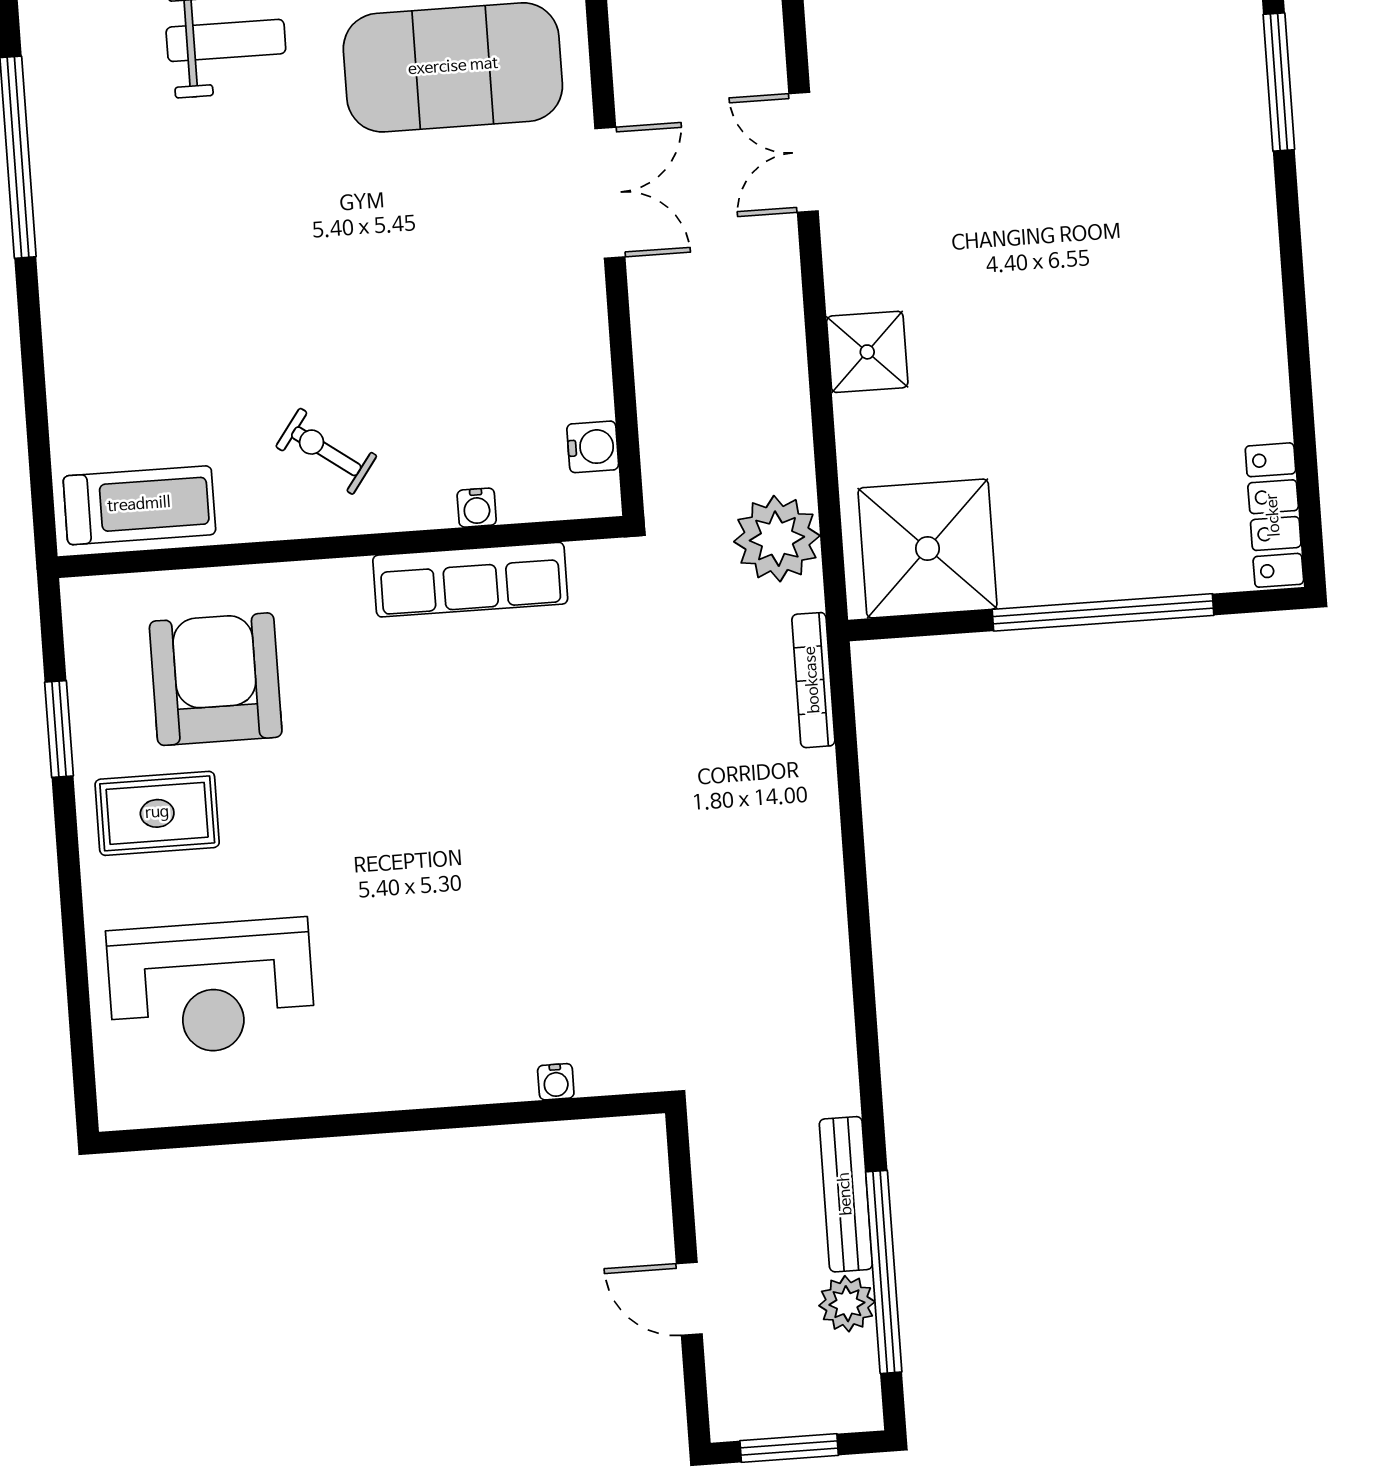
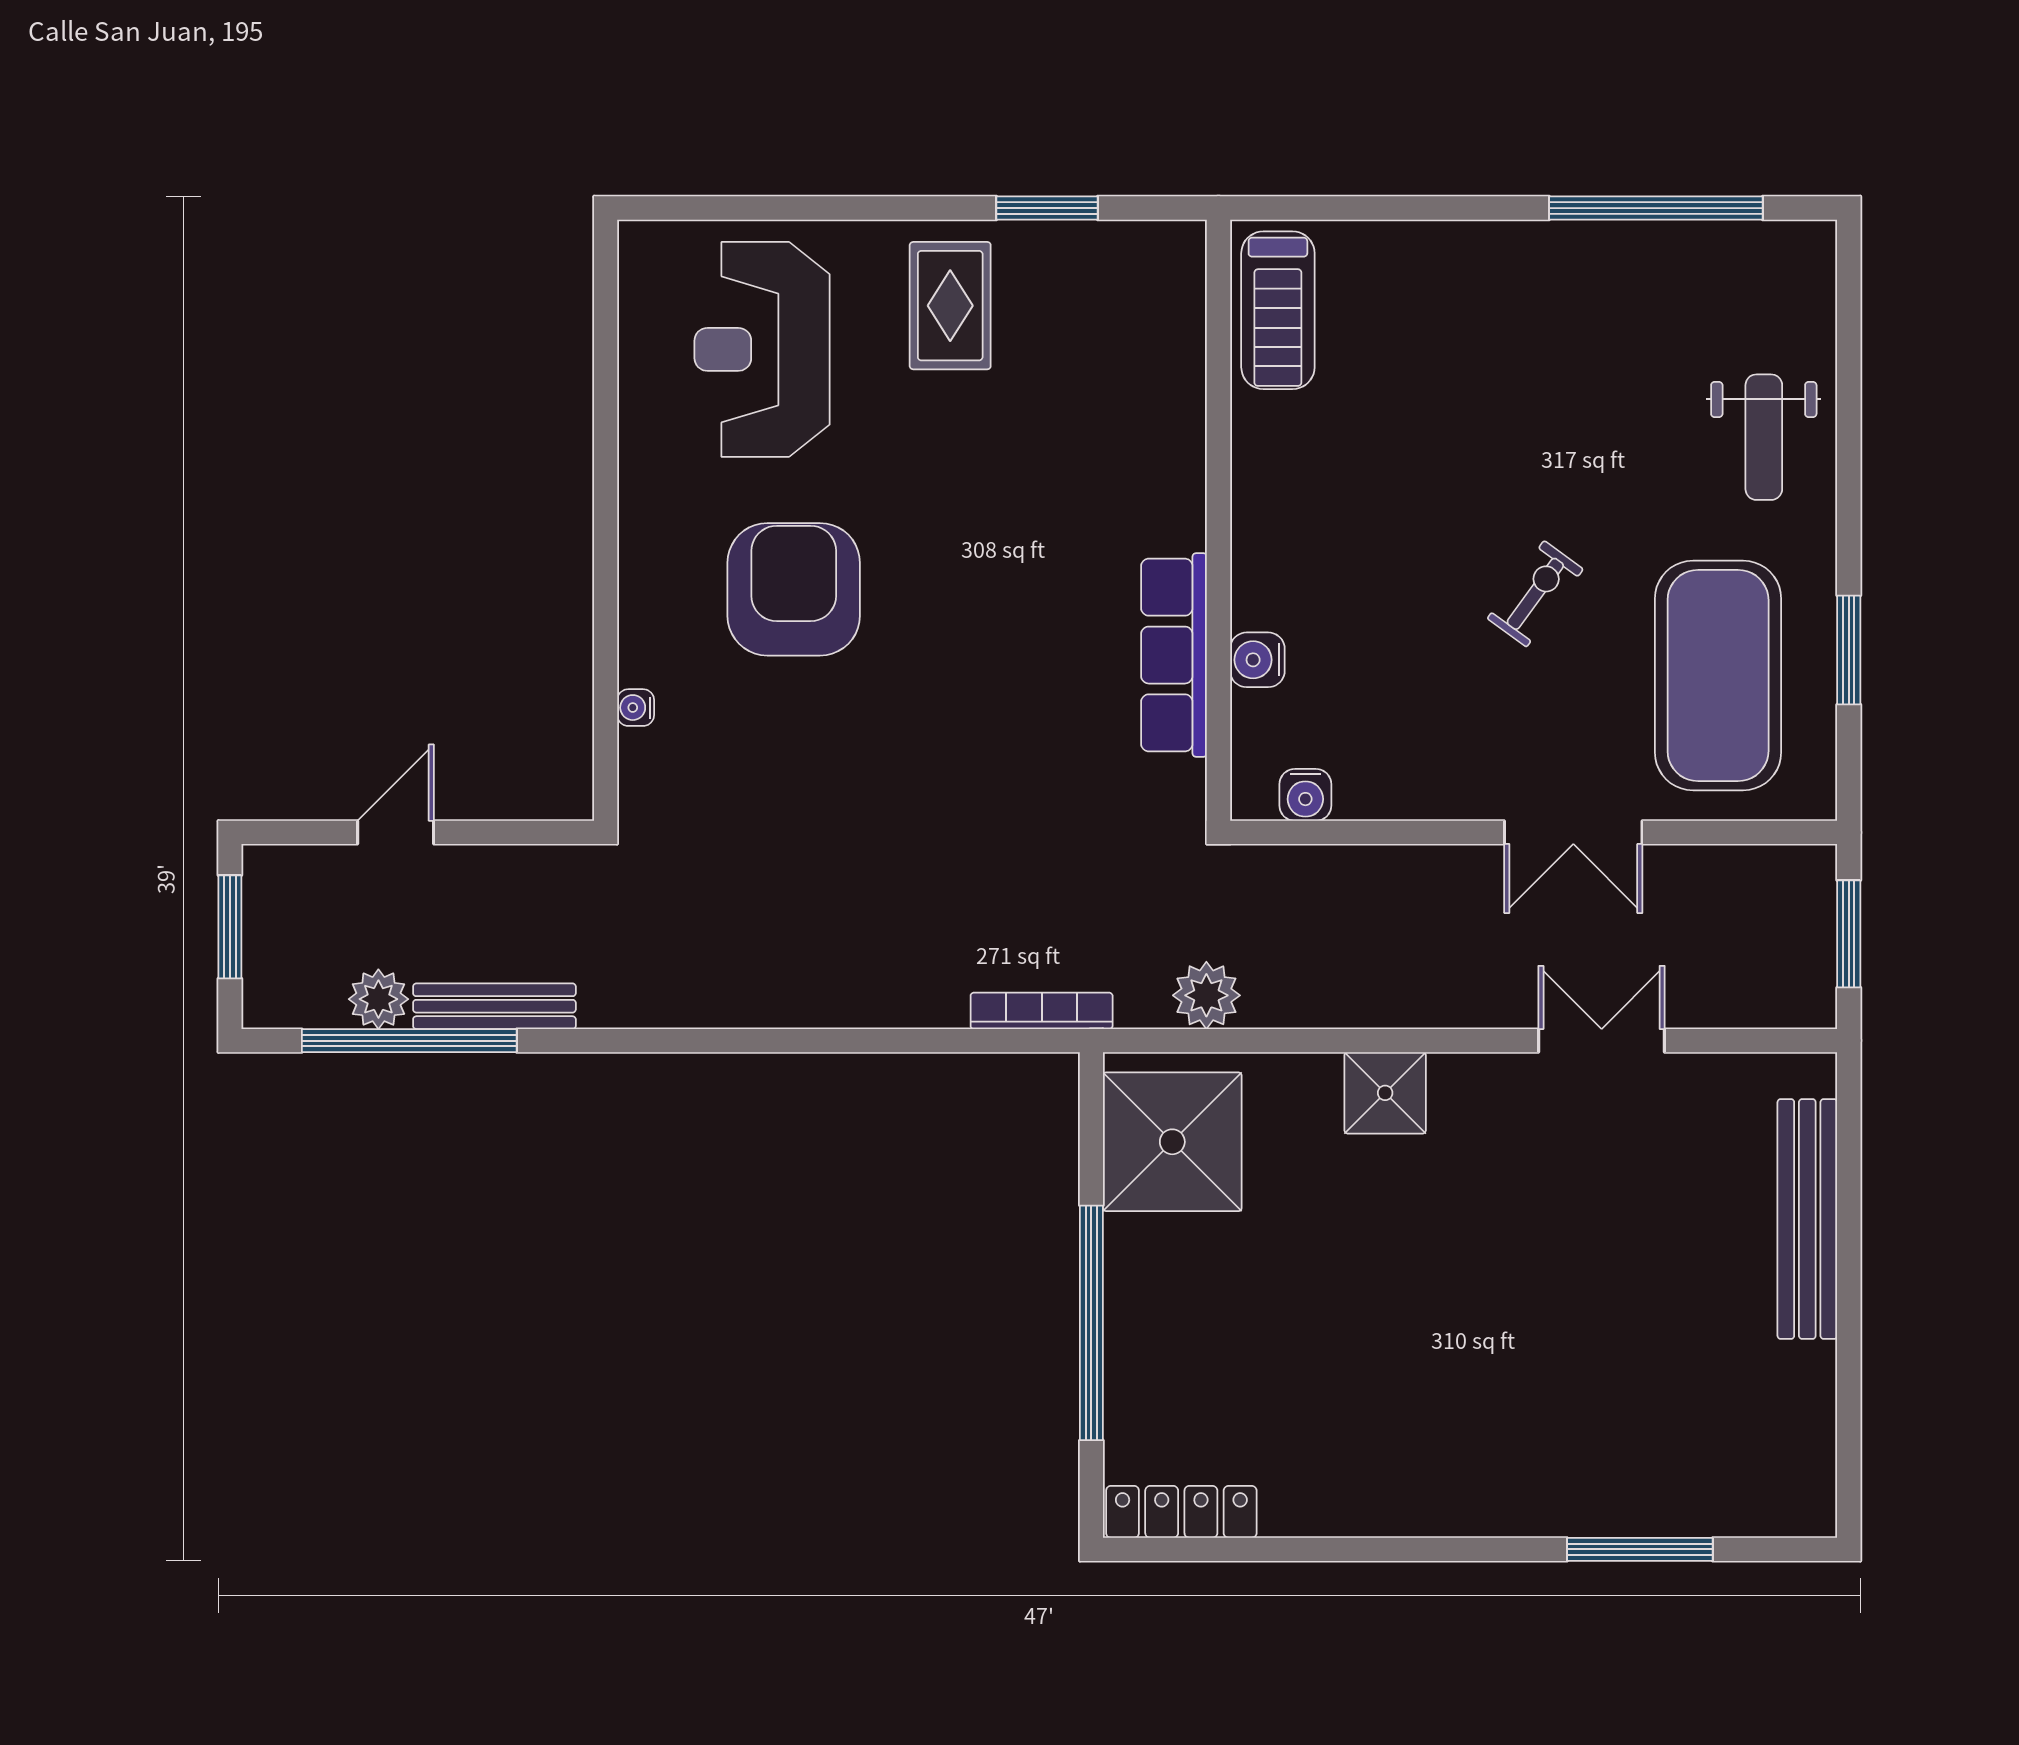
exercise bike: (326, 451) -> (1535, 594), moved
water cooler: (477, 508) -> (1257, 660), width x1.38, depth x1.38
plant: (777, 539) -> (1206, 995), width x0.73, depth x0.73
armchair: (216, 679) -> (794, 589), moved, turned -90

